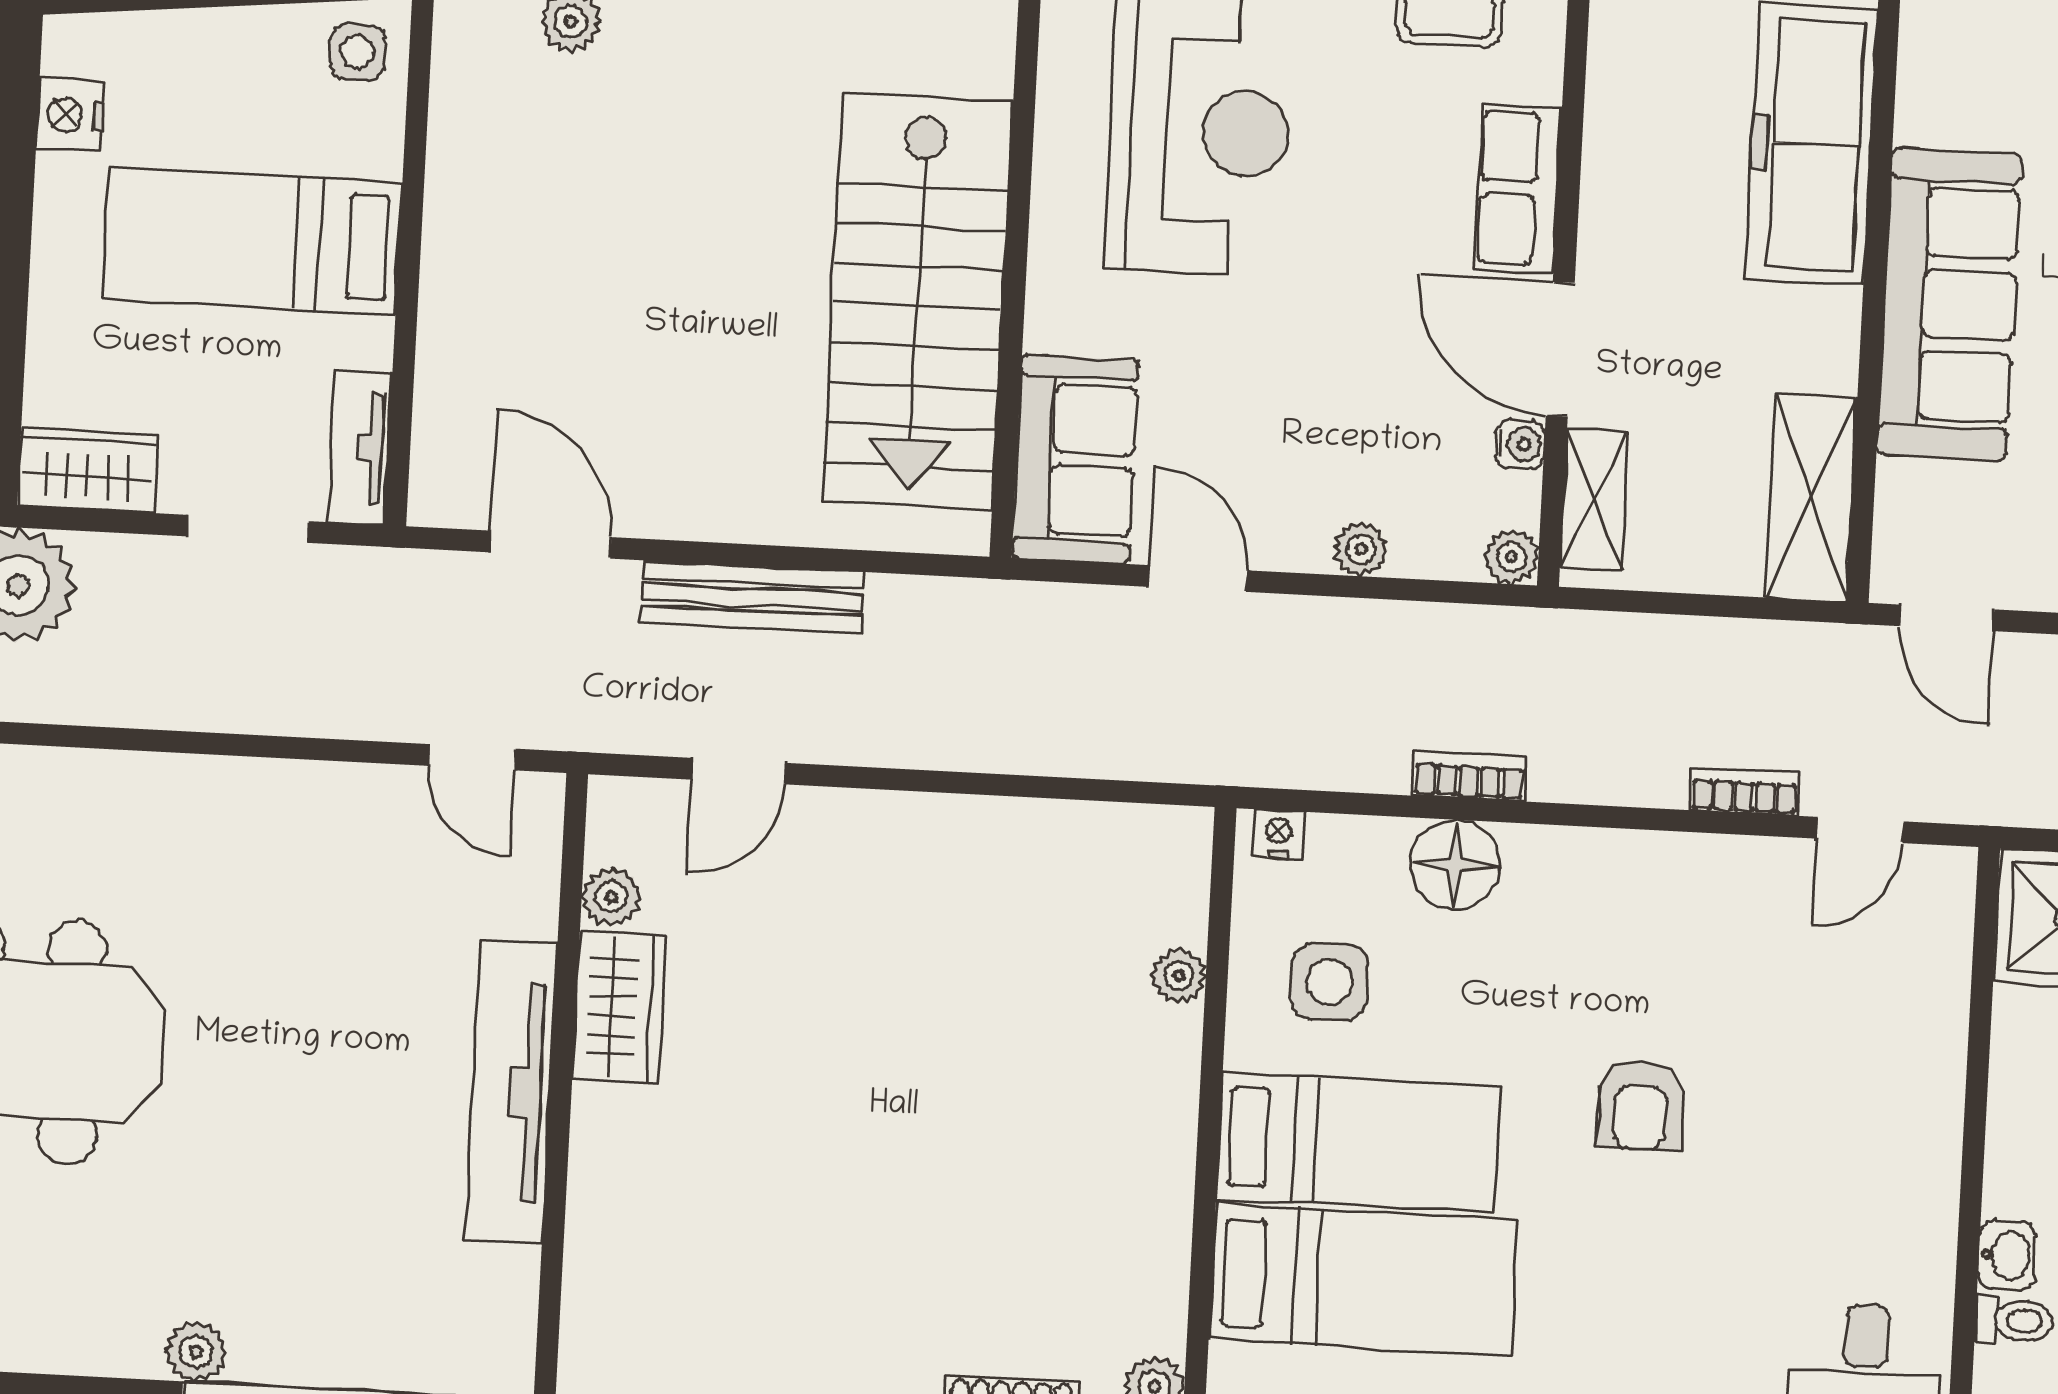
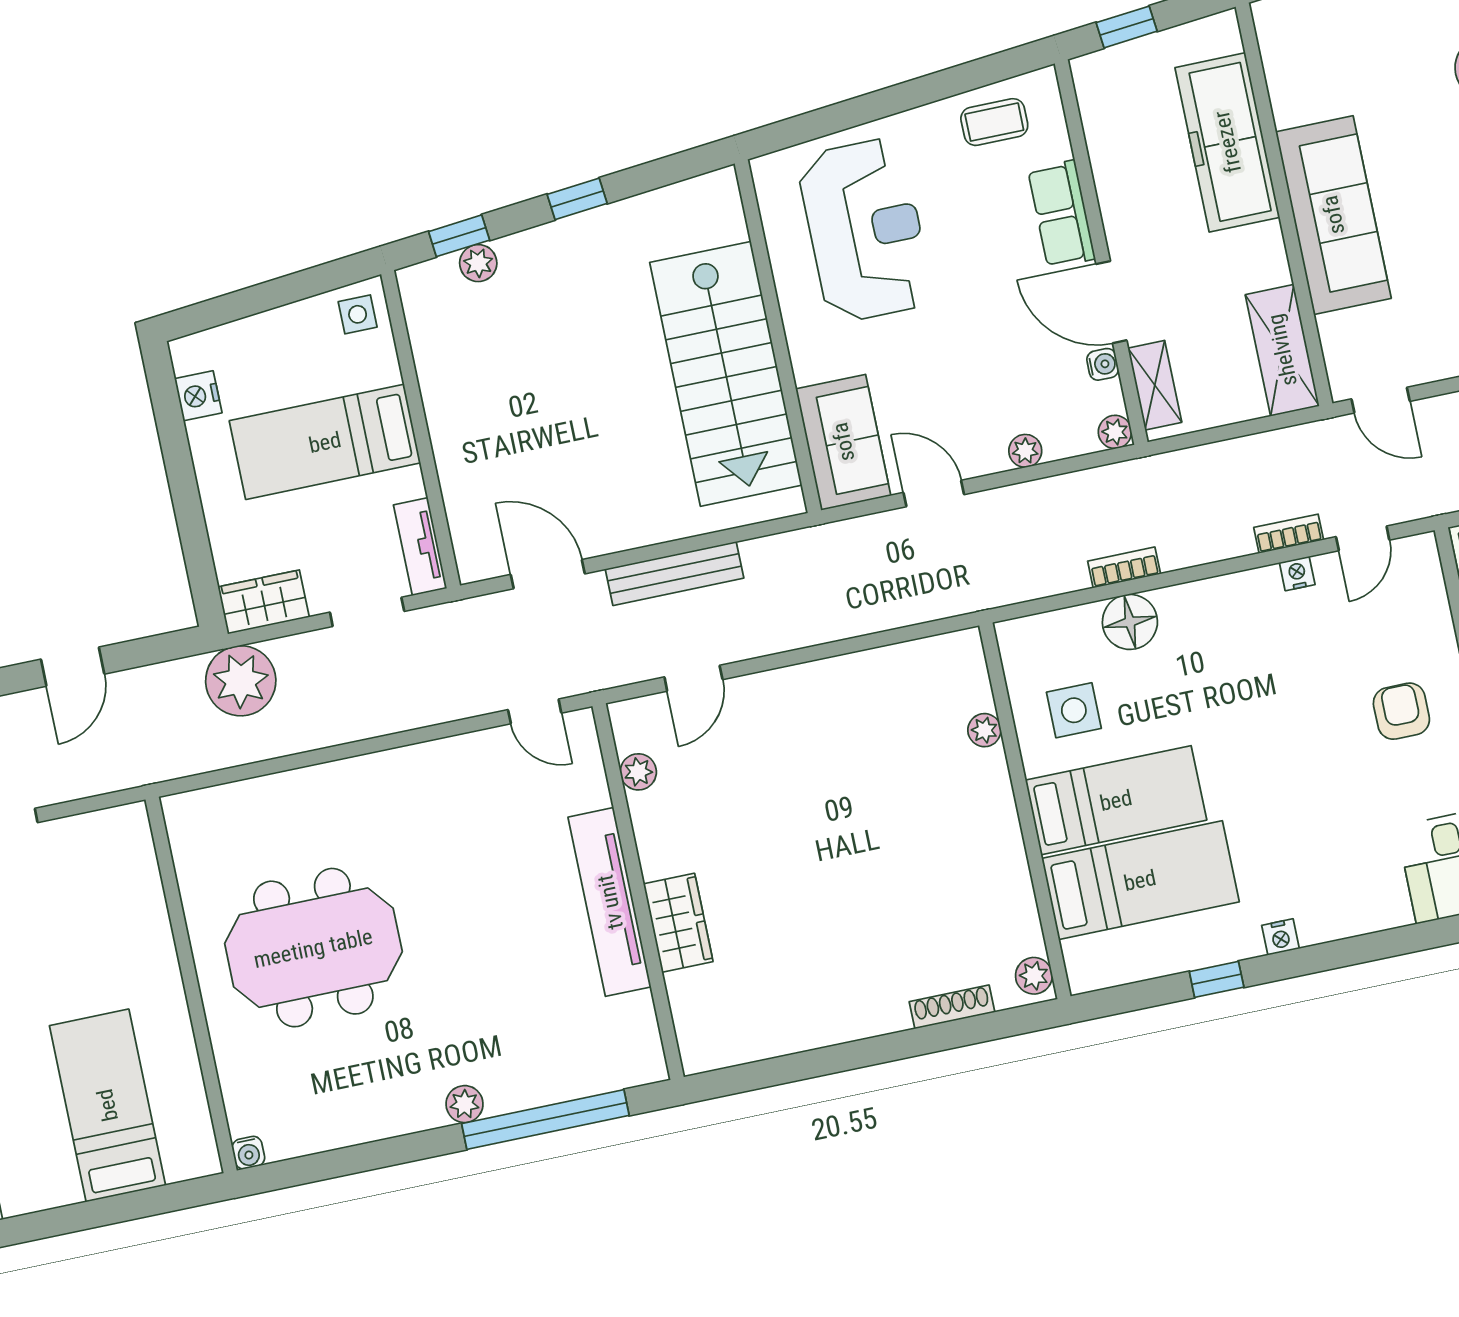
nightstand: (1278, 834) -> (1297, 574), moved
wardrobe: (619, 1007) -> (678, 923), moved
armchair: (1641, 1105) -> (1401, 711), moved, turned 180

